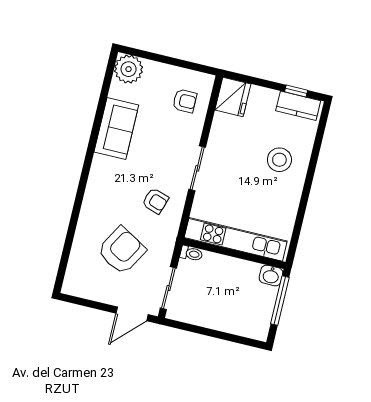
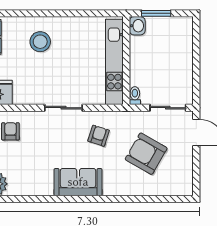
sofa: (116, 129) -> (78, 182), moved
window: (280, 301) -> (156, 13), width x0.69

